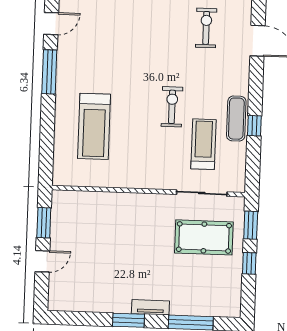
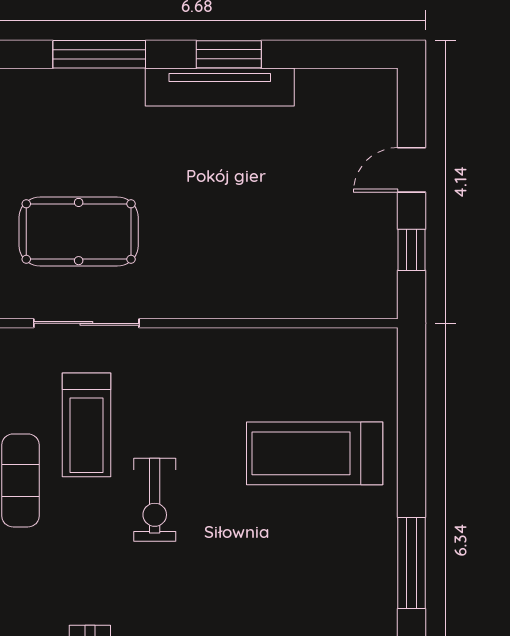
treadmill: (94, 126) -> (315, 453), turned -90
window: (44, 223) -> (411, 250), width x0.67
tv unit: (150, 307) -> (220, 87), width x1.92, depth x1.29

